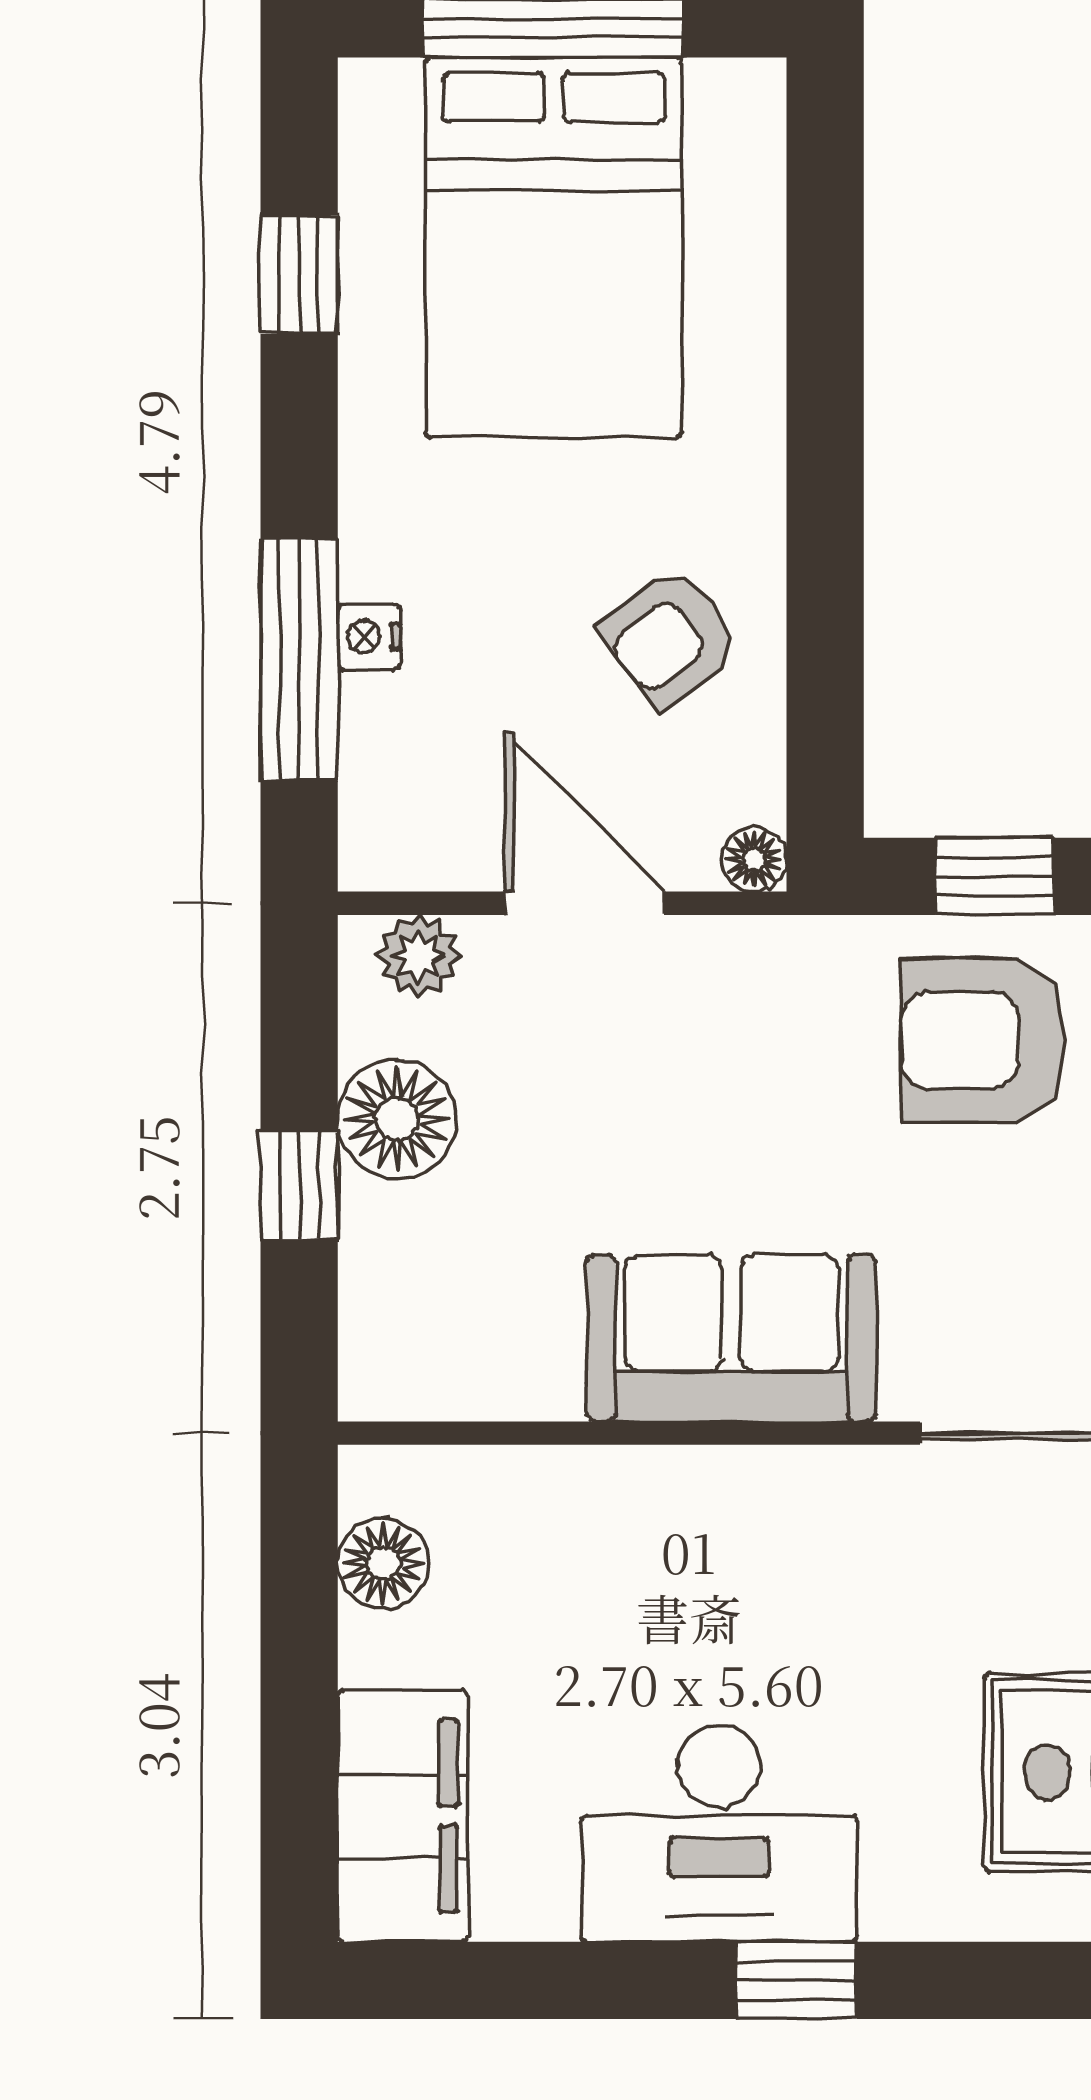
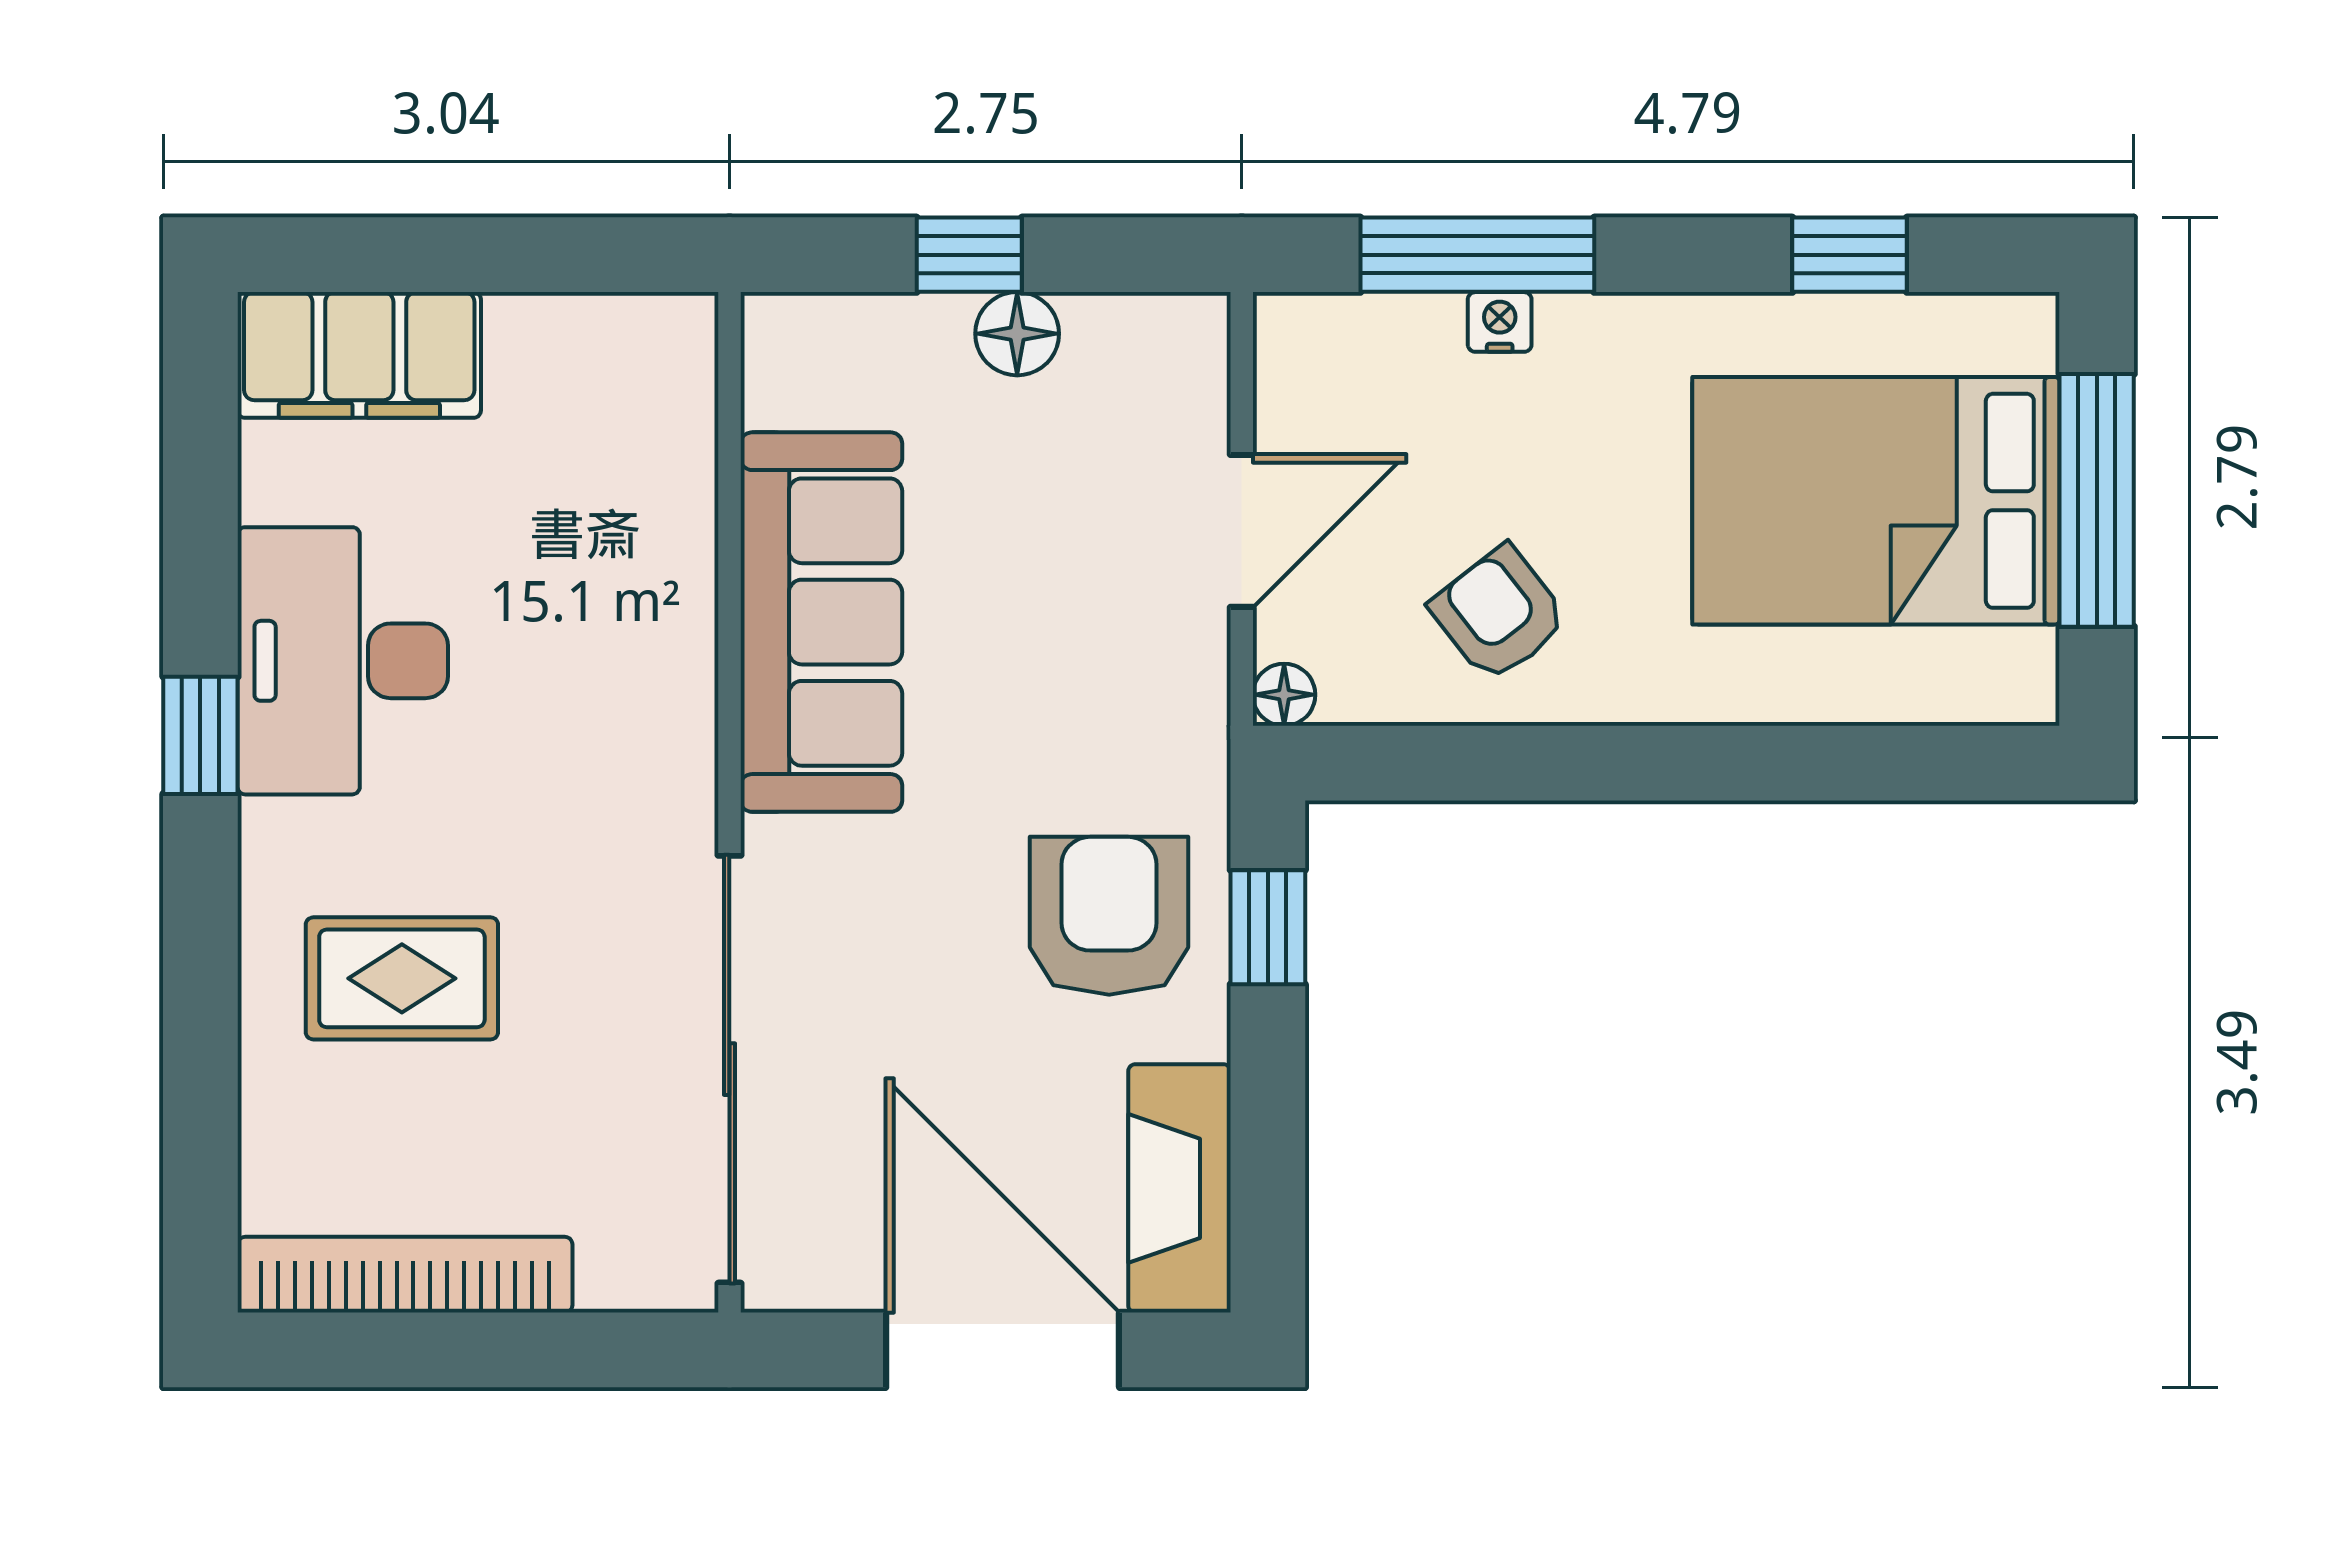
plant: (418, 956) -> (1191, 370), removed
floor lamp: (397, 1119) -> (1017, 334), width x0.73, depth x0.73
sofa: (731, 1338) -> (821, 622), width x1.36
floor lamp: (383, 1563) -> (604, 336), removed

